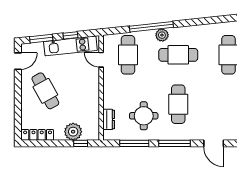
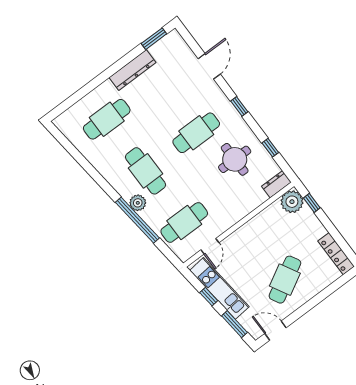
dresser: (109, 119) -> (276, 184), moved
plant: (73, 132) -> (292, 202), moved
window: (134, 143) -> (270, 148), width x0.46
window: (175, 143) -> (239, 106), width x0.46

